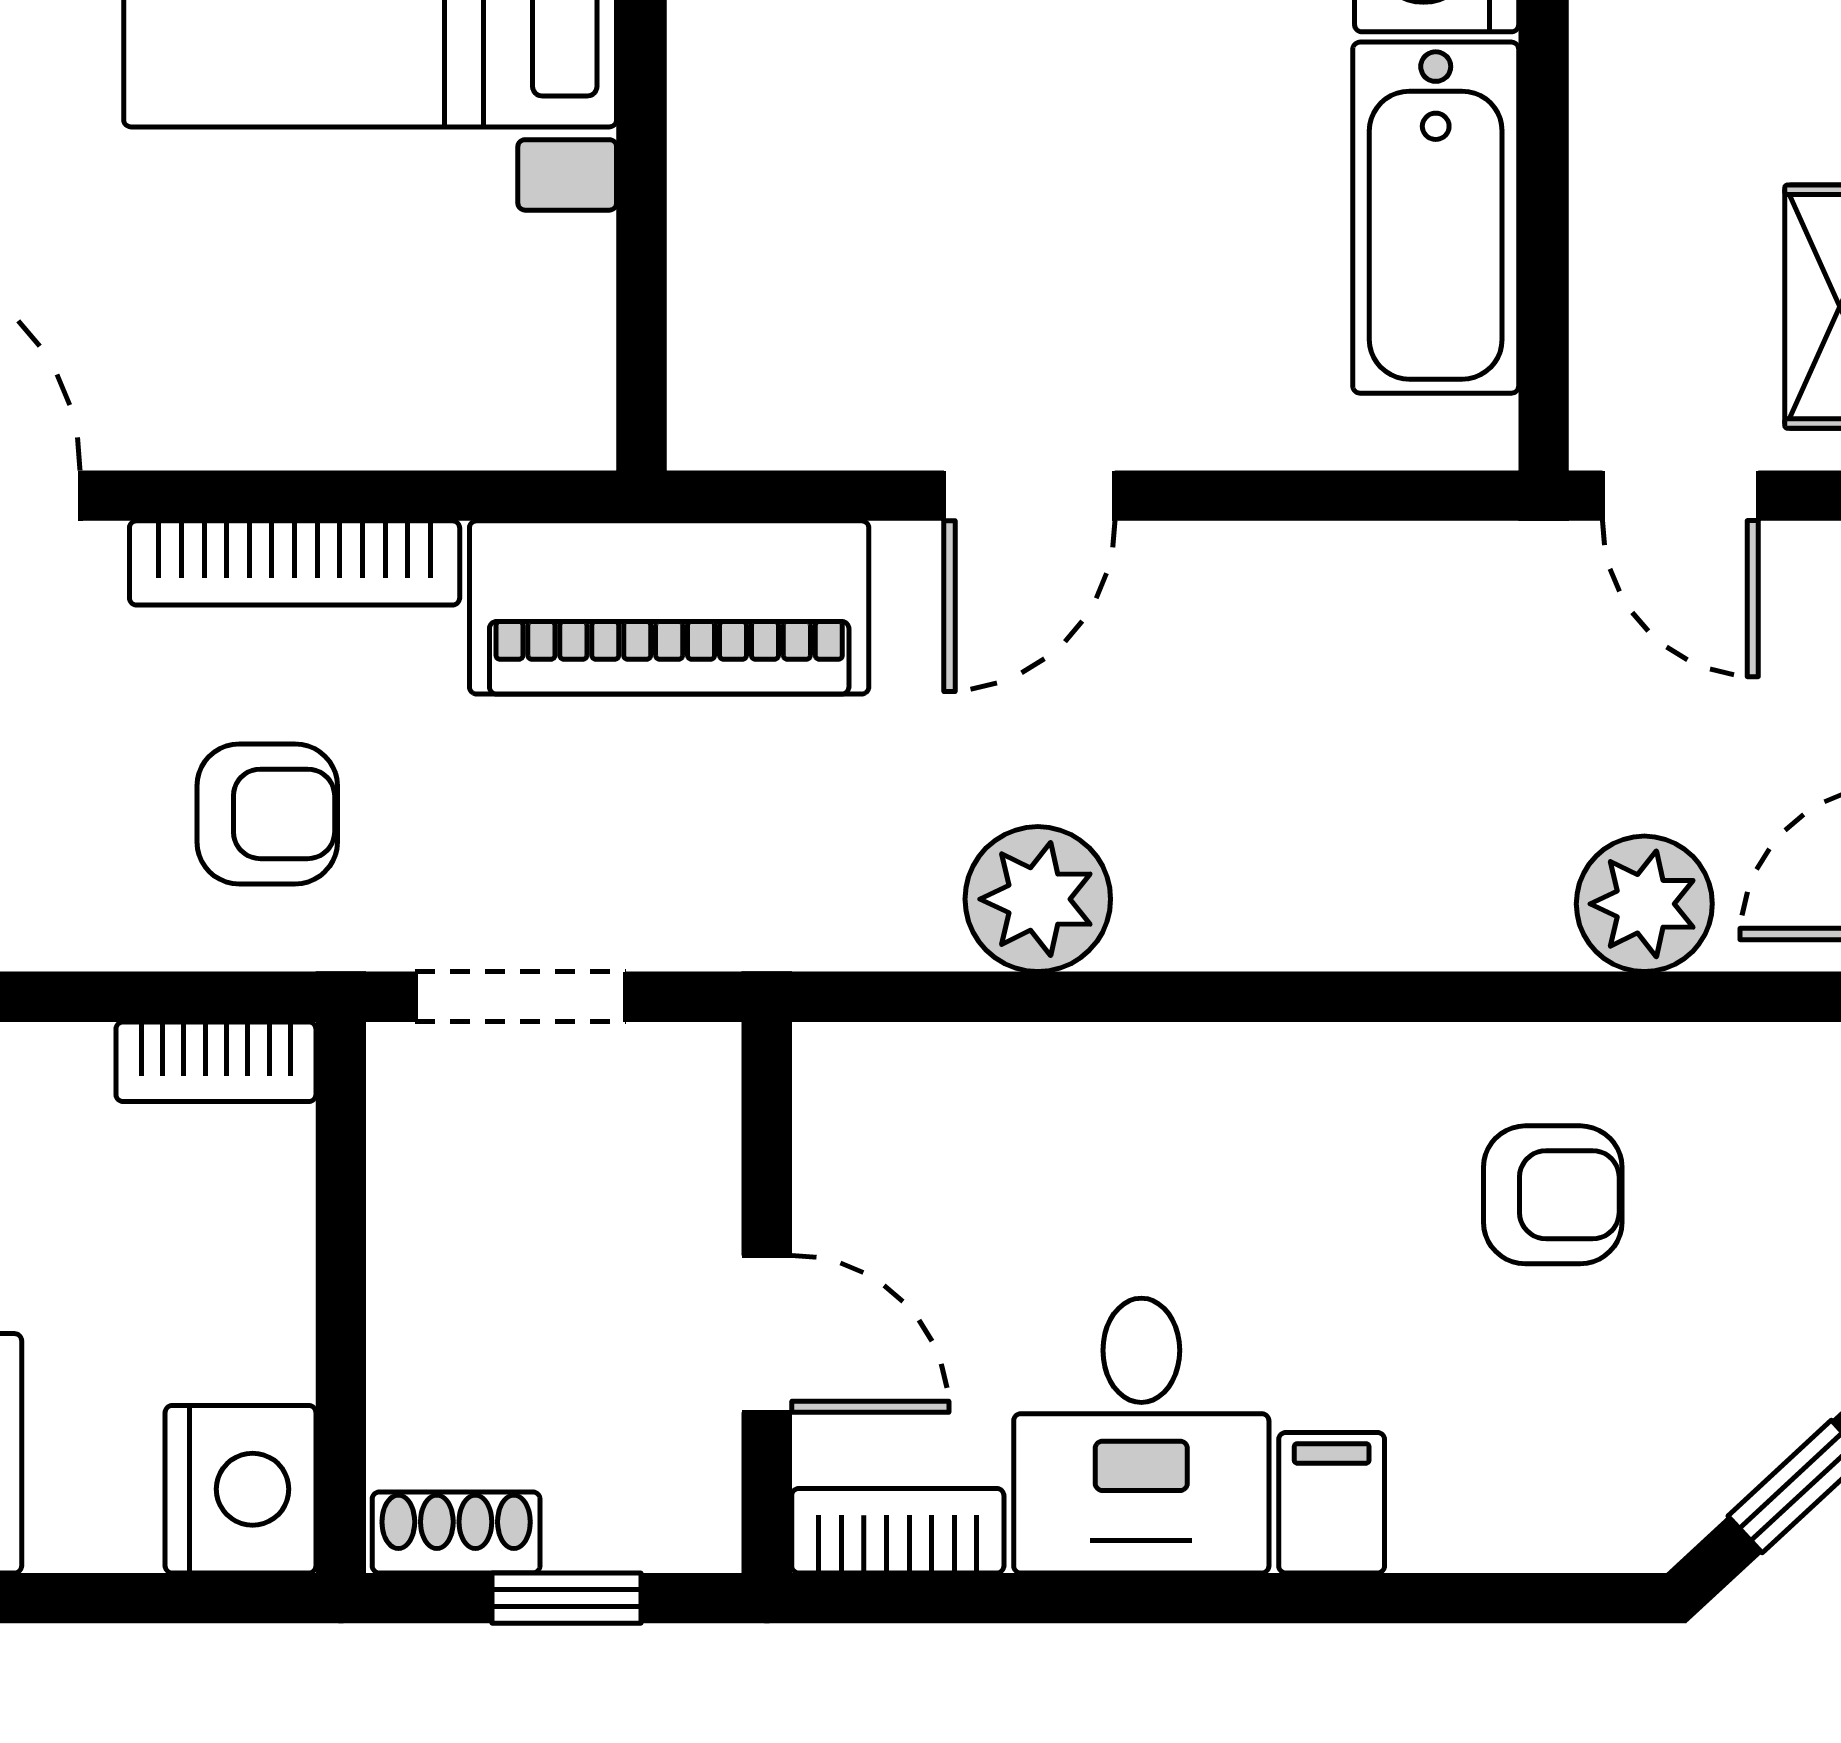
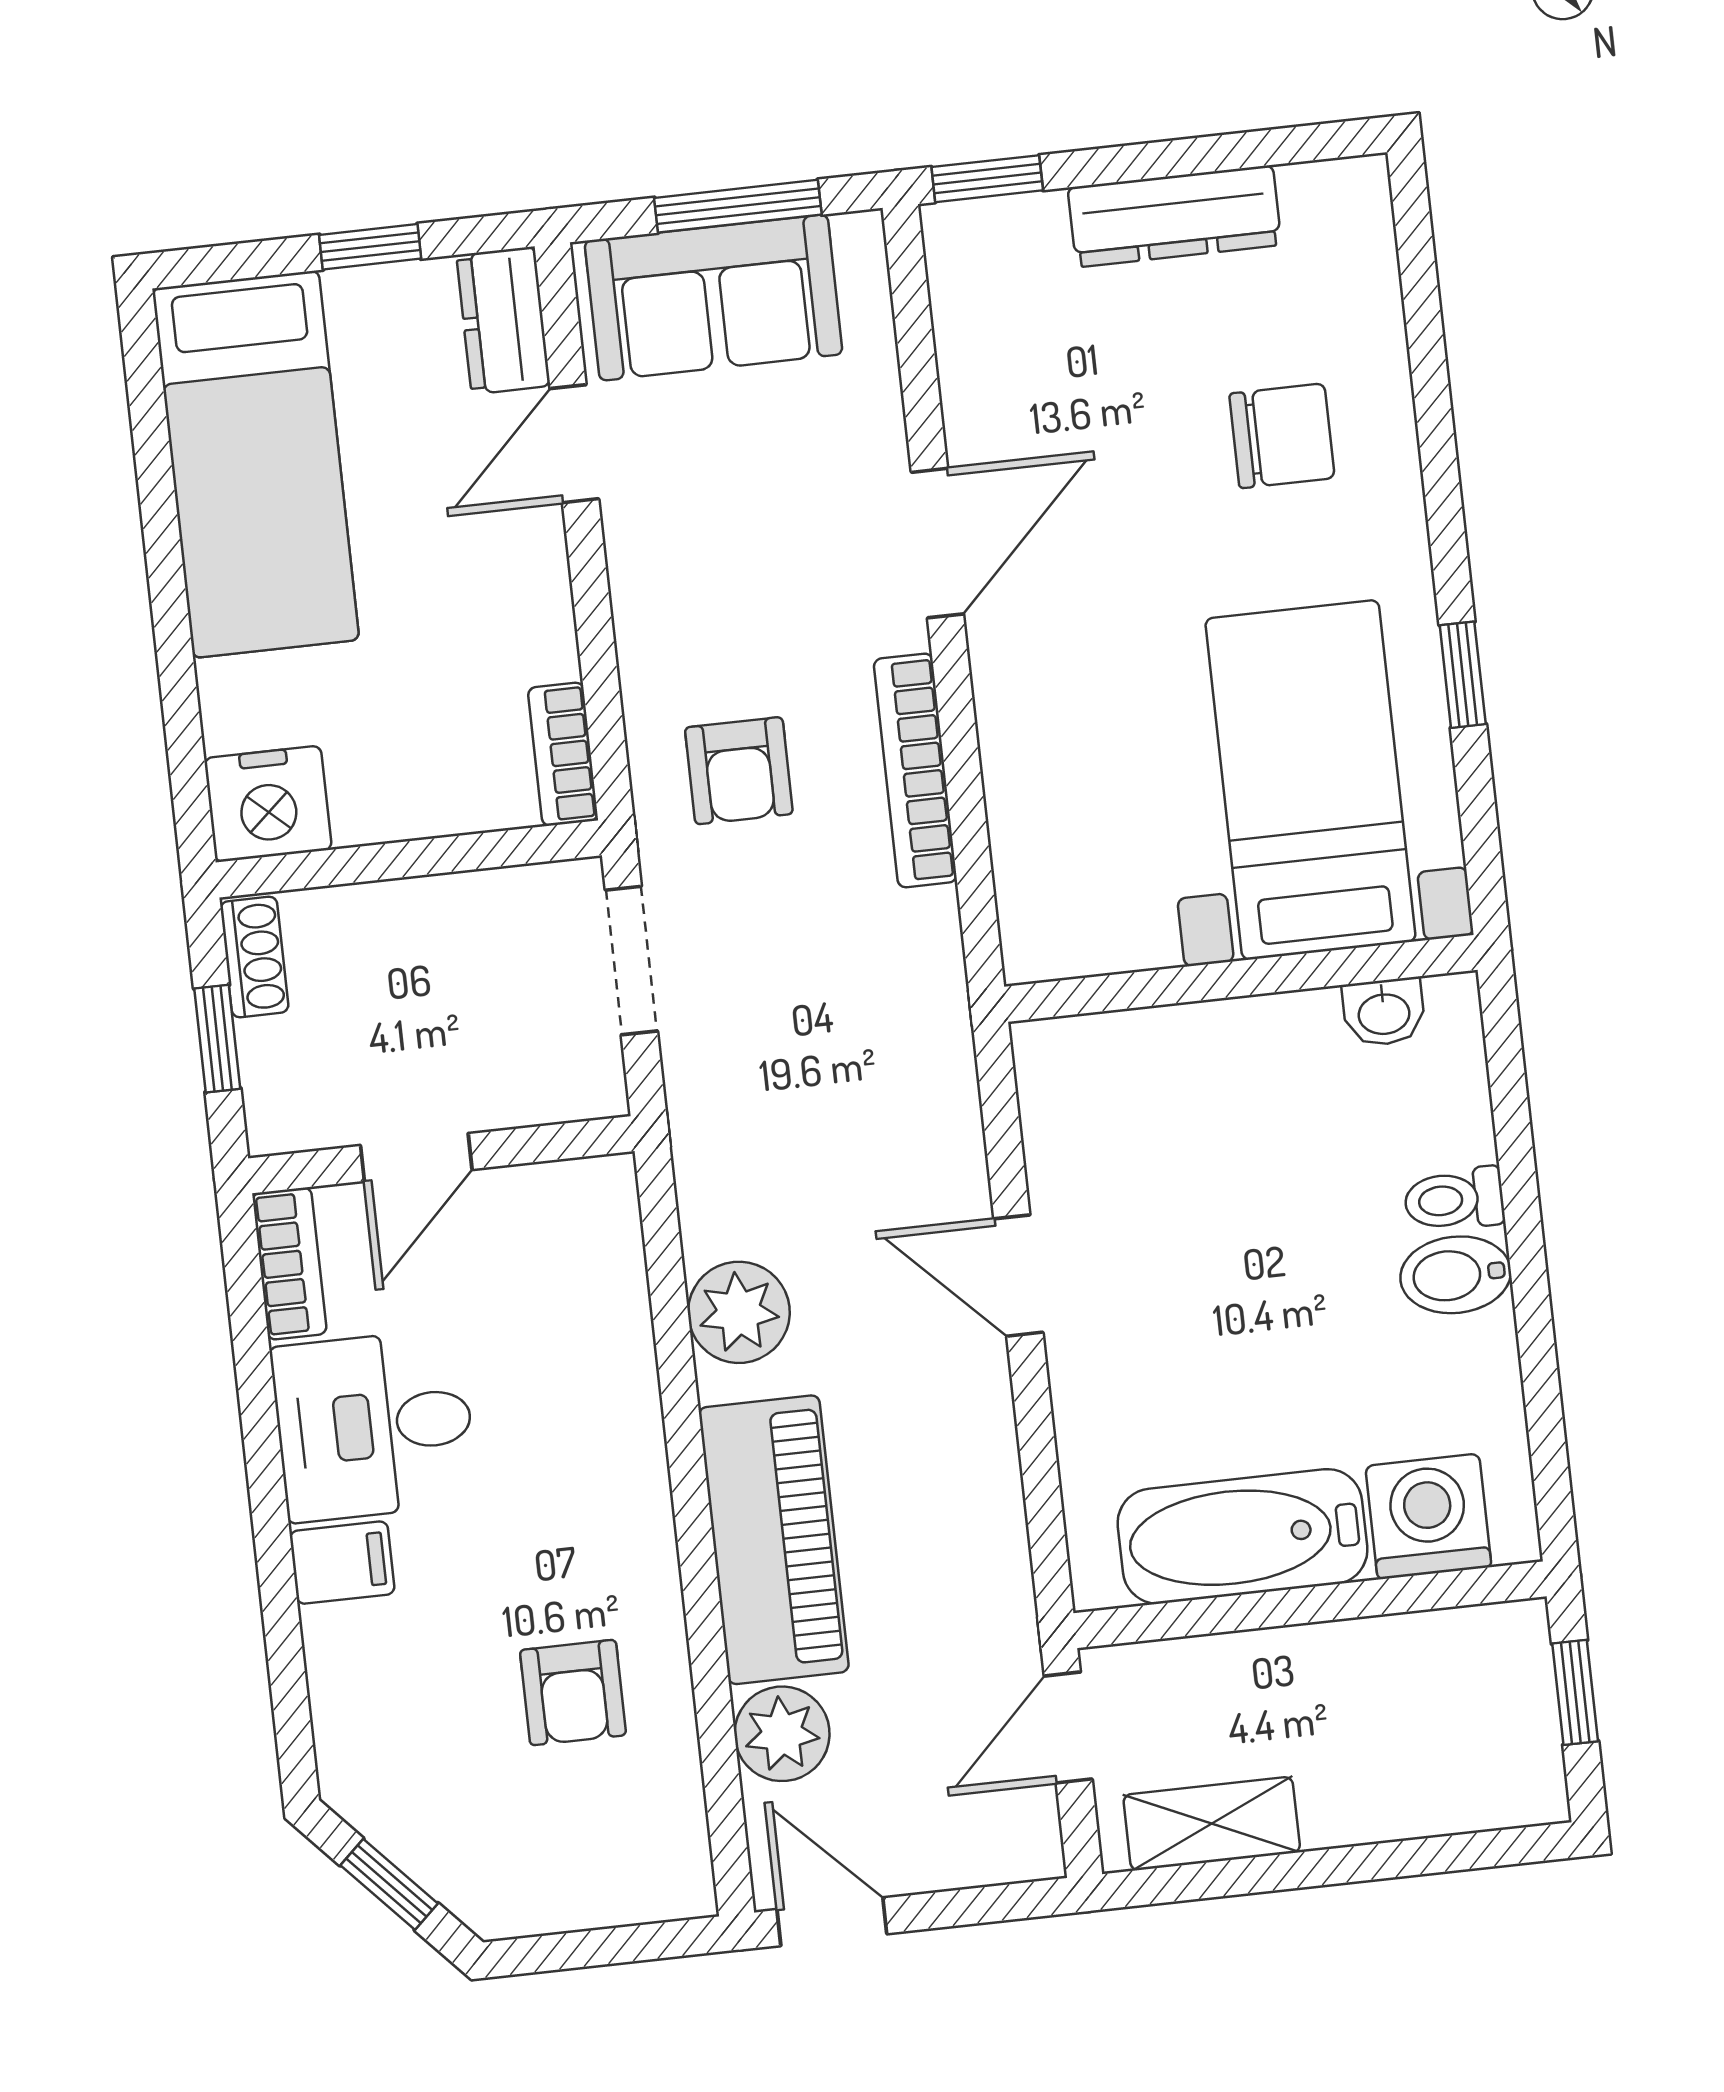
piano: (669, 607) -> (774, 1540), moved, turned 180

